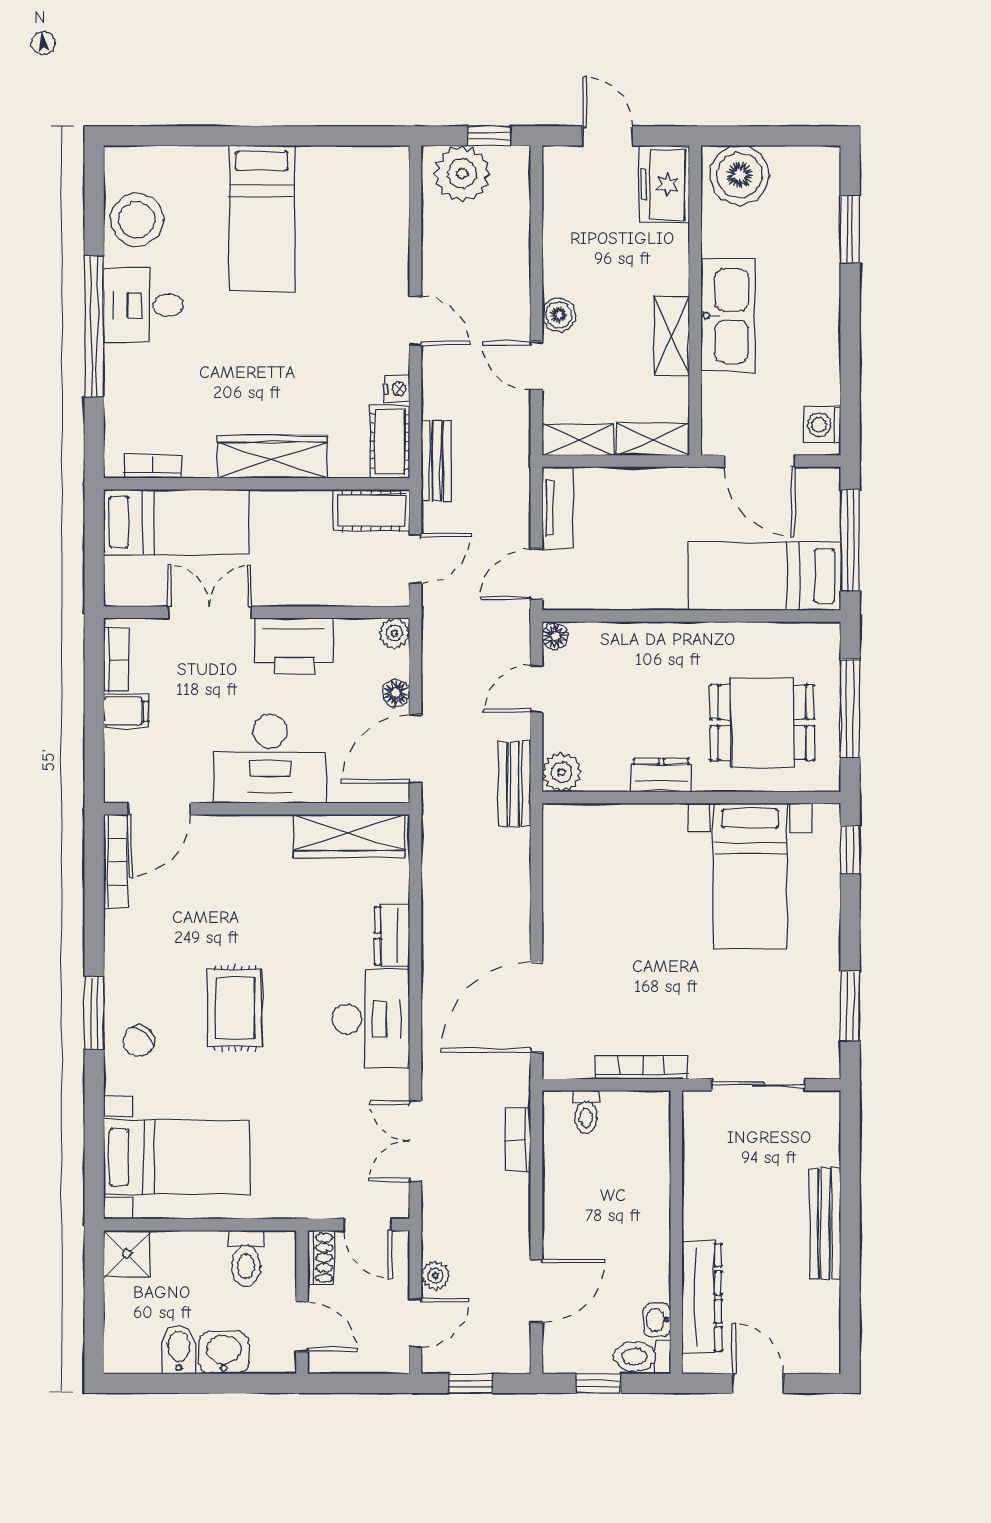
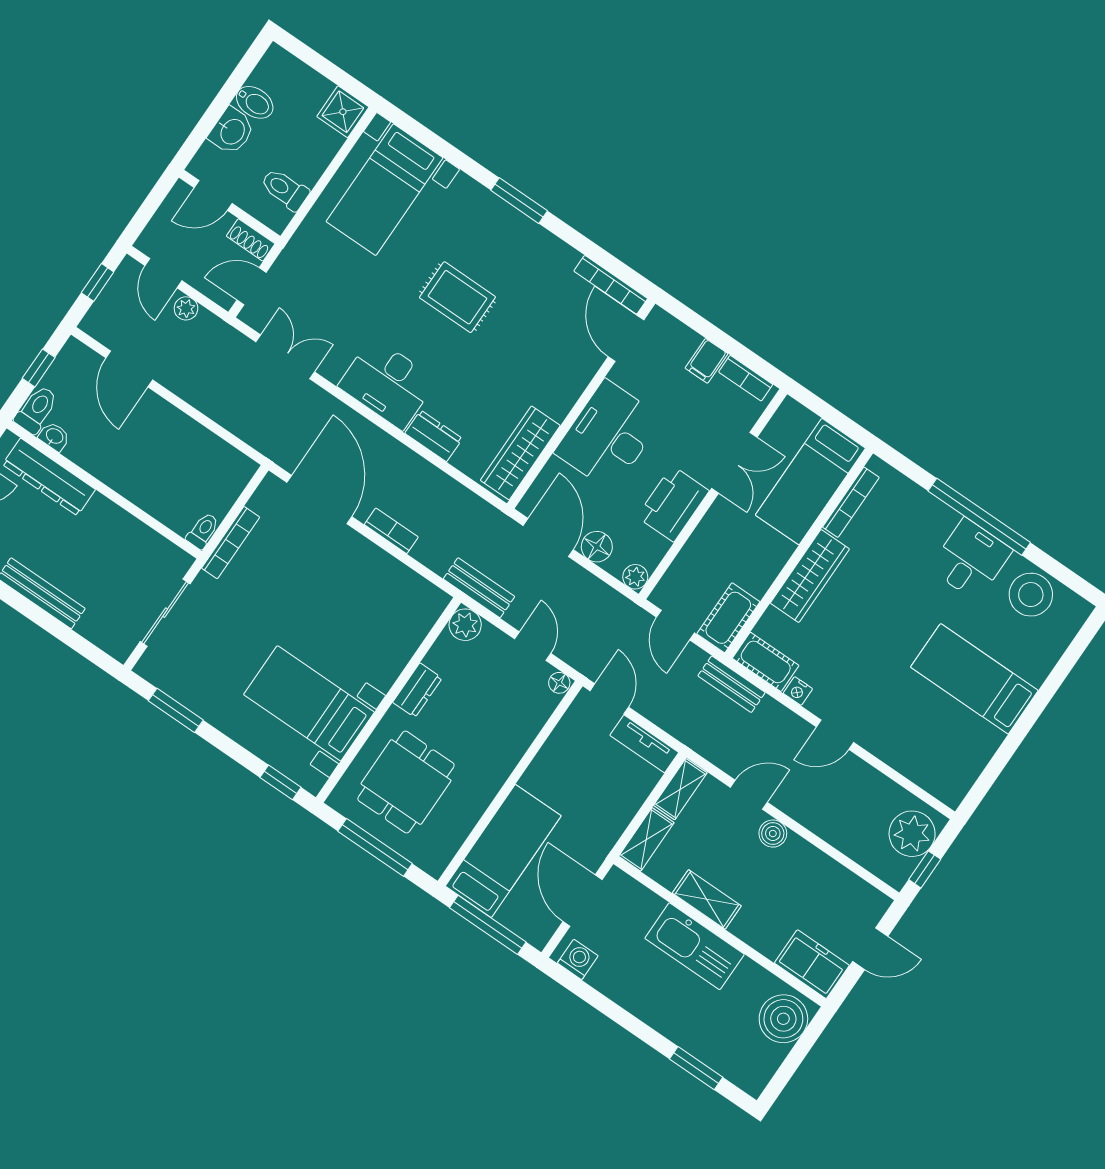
door: (759, 461) -> (583, 901), hinge flipped
bookcase: (152, 467) -> (851, 502), width x1.56
floor lamp: (396, 693) -> (597, 547), width x1.37, depth x1.37
chair: (139, 1041) -> (480, 218), removed
toilet: (586, 1112) -> (203, 531), moved, turned 90
bookcase: (518, 1140) -> (391, 531), moved

